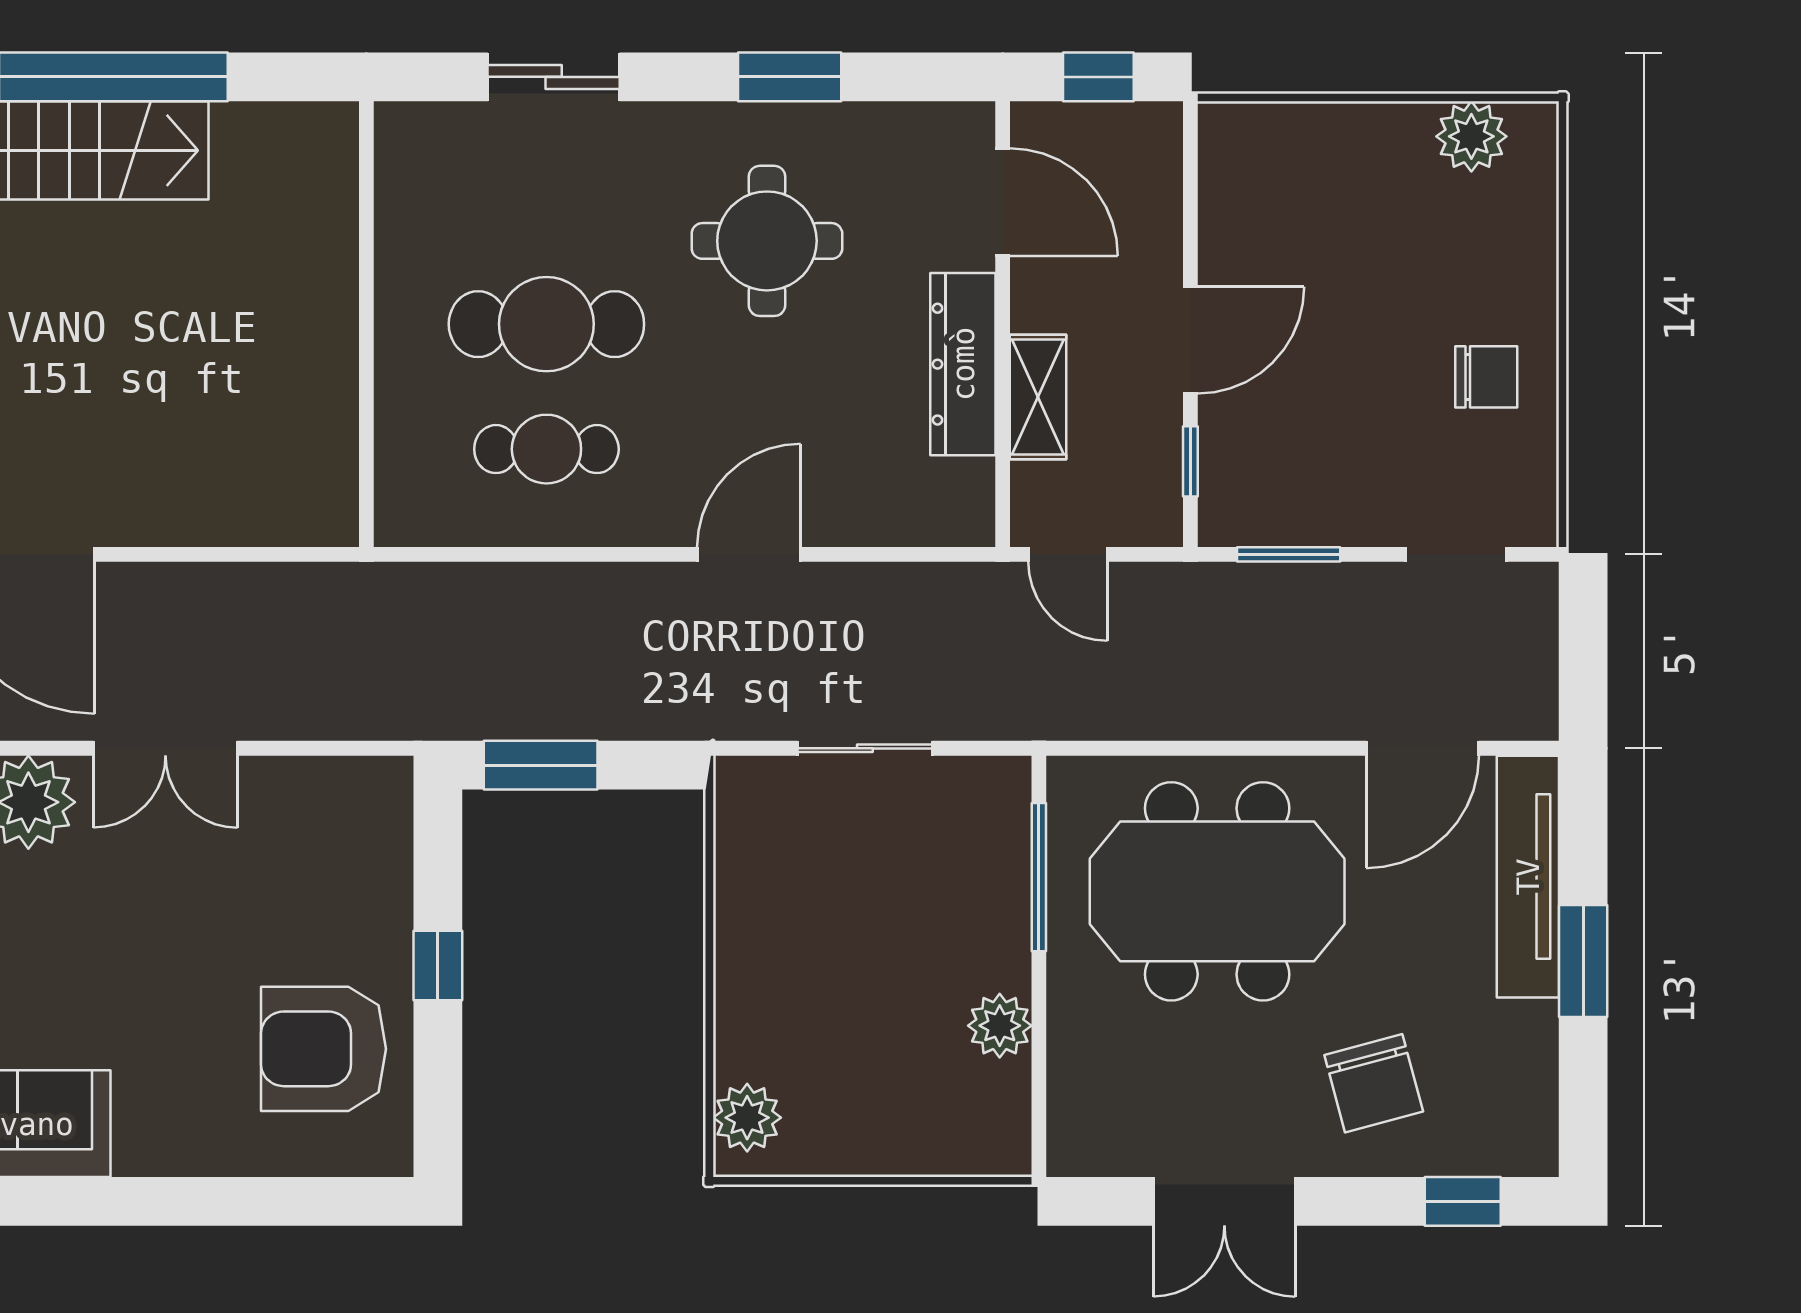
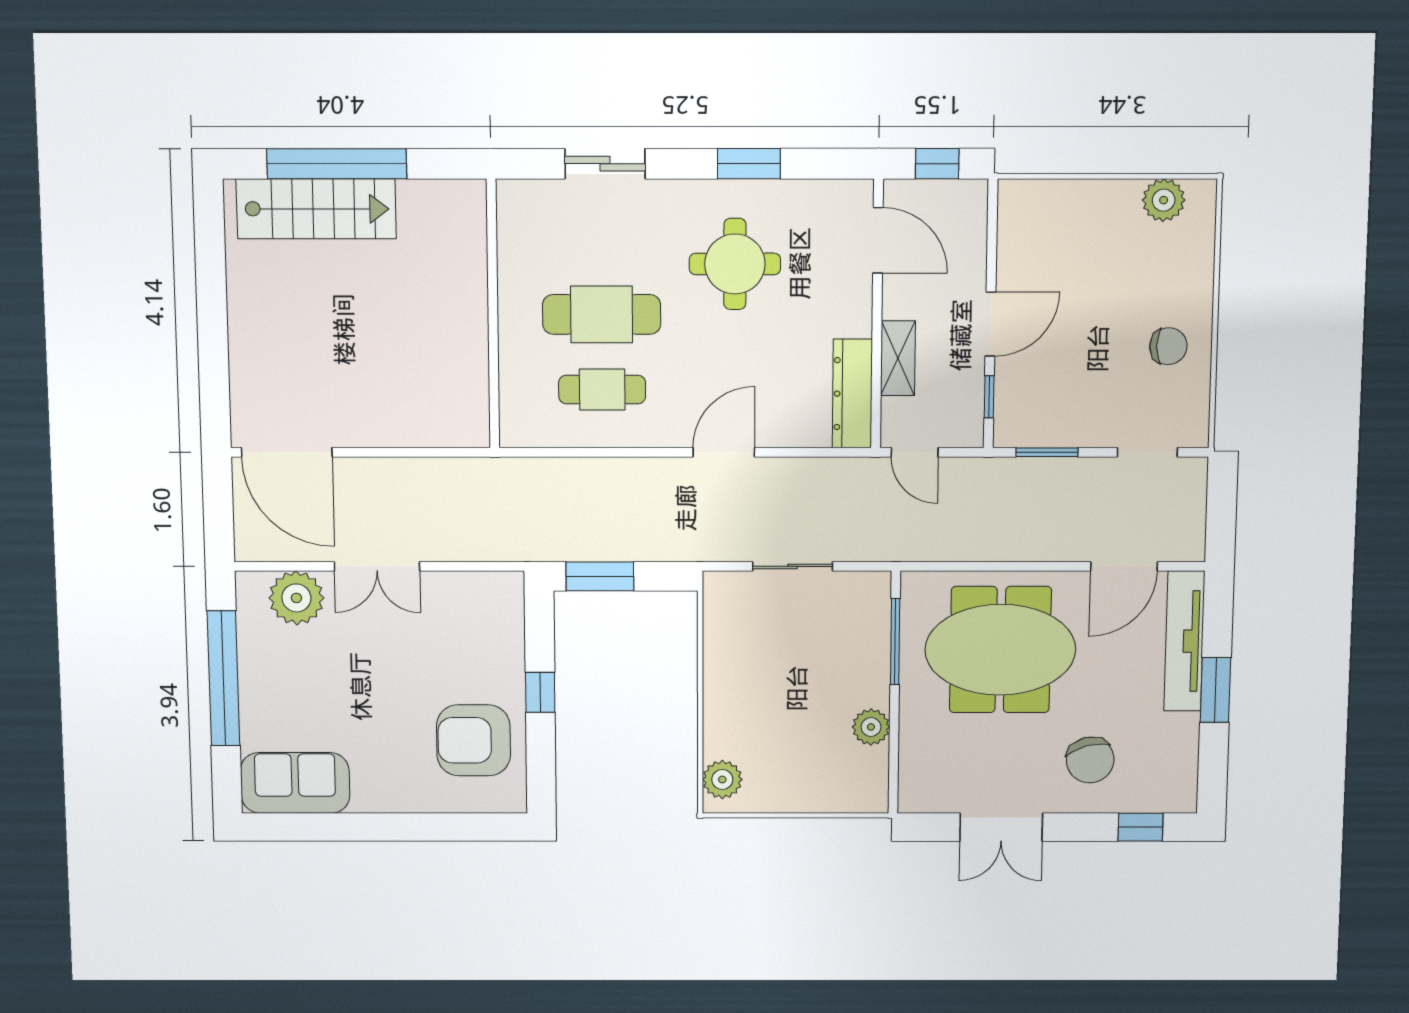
dresser: (963, 364) -> (852, 394), moved

